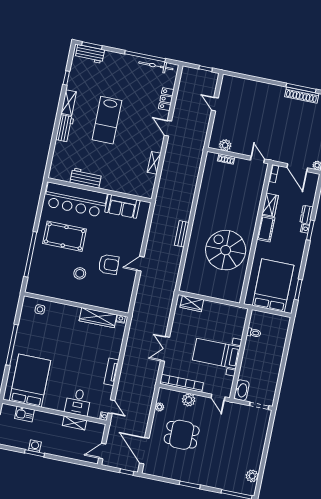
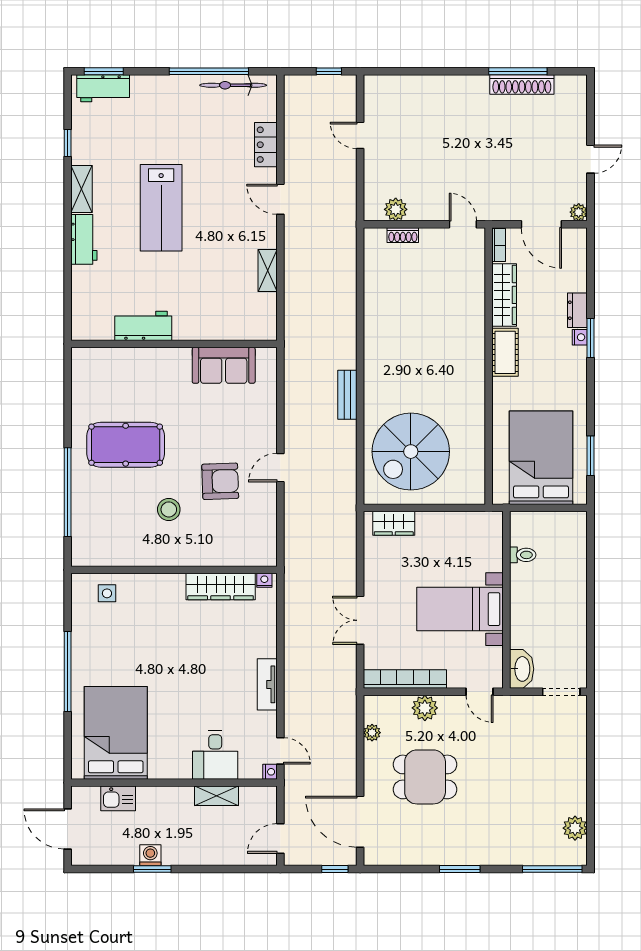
bar counter: (75, 200) -> (132, 371), removed
wardrobe: (270, 205) -> (504, 295), width x1.50
spiral stairs: (226, 250) -> (411, 452), moved, turned -90

